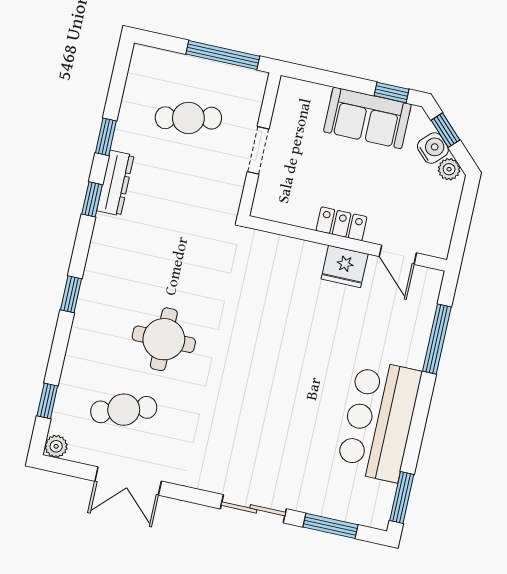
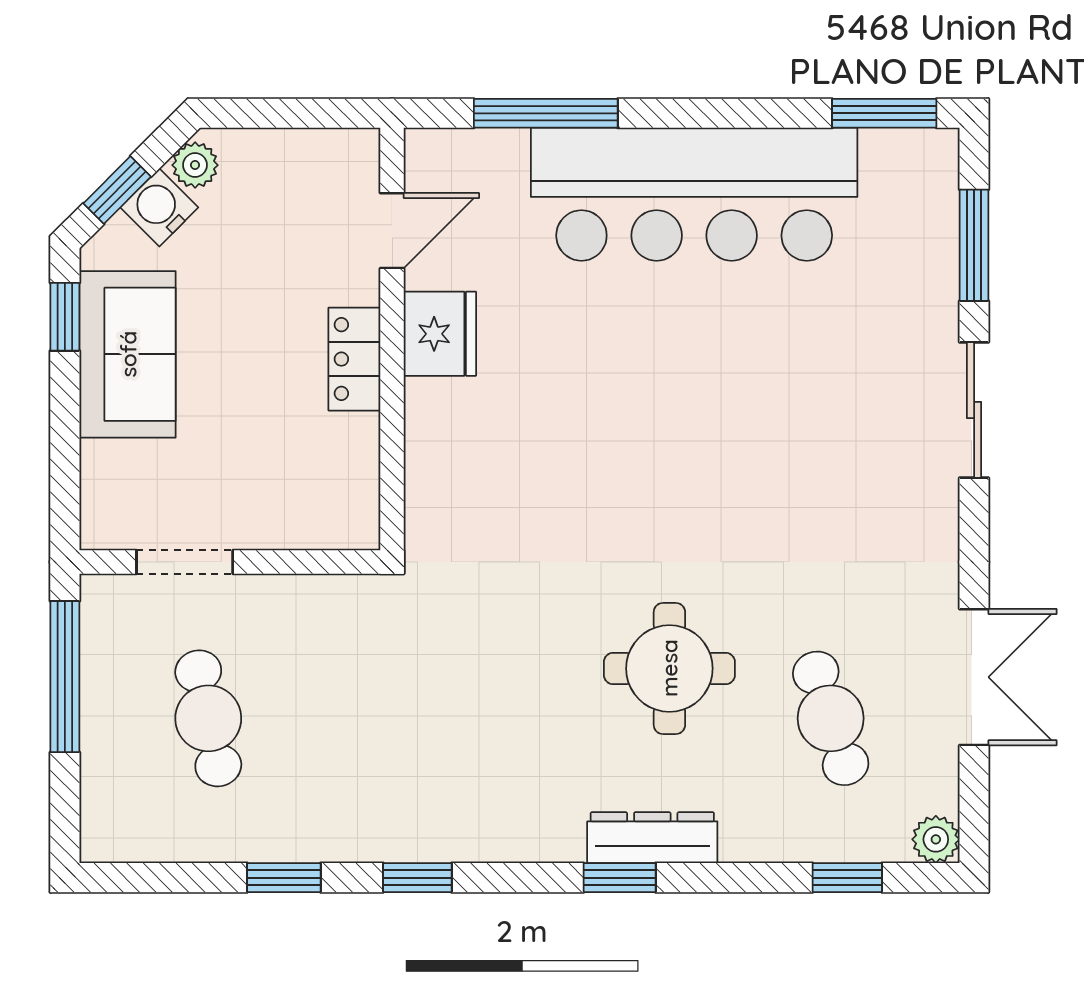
doorway: (258, 150) -> (185, 562), moved
dresser: (115, 183) -> (652, 838), moved
bar counter: (379, 420) -> (694, 194), width x1.36

